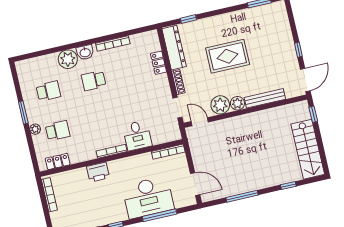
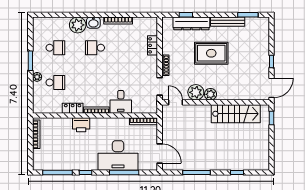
dresser: (174, 48) -> (191, 23), moved, turned 90
bench: (265, 98) -> (228, 22), moved
stairs: (308, 149) -> (236, 114), moved, turned -90
locker: (58, 161) -> (73, 108), moved

